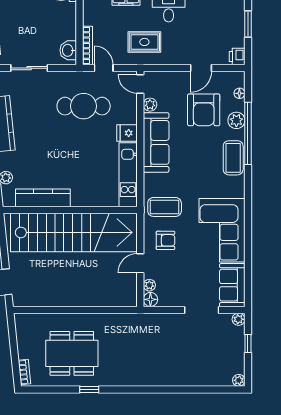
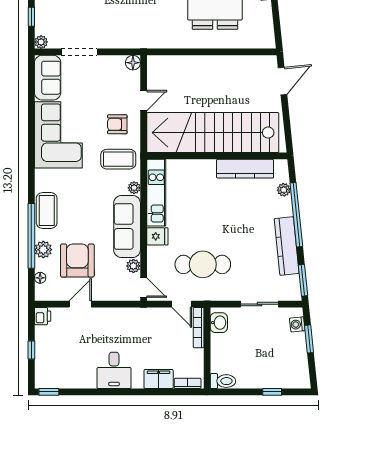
window: (248, 24) -> (31, 350), width x0.67
rug: (144, 42) -> (139, 331), removed
plant: (149, 285) -> (134, 188), moved

